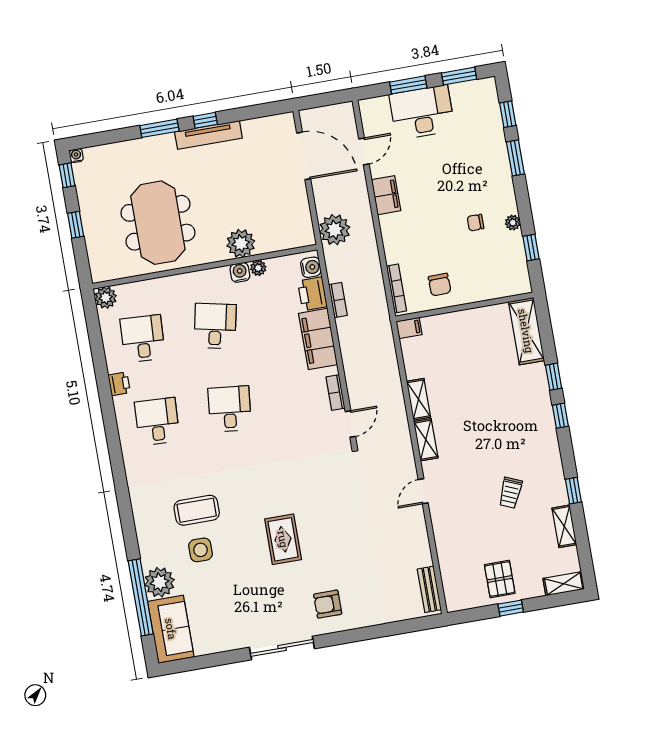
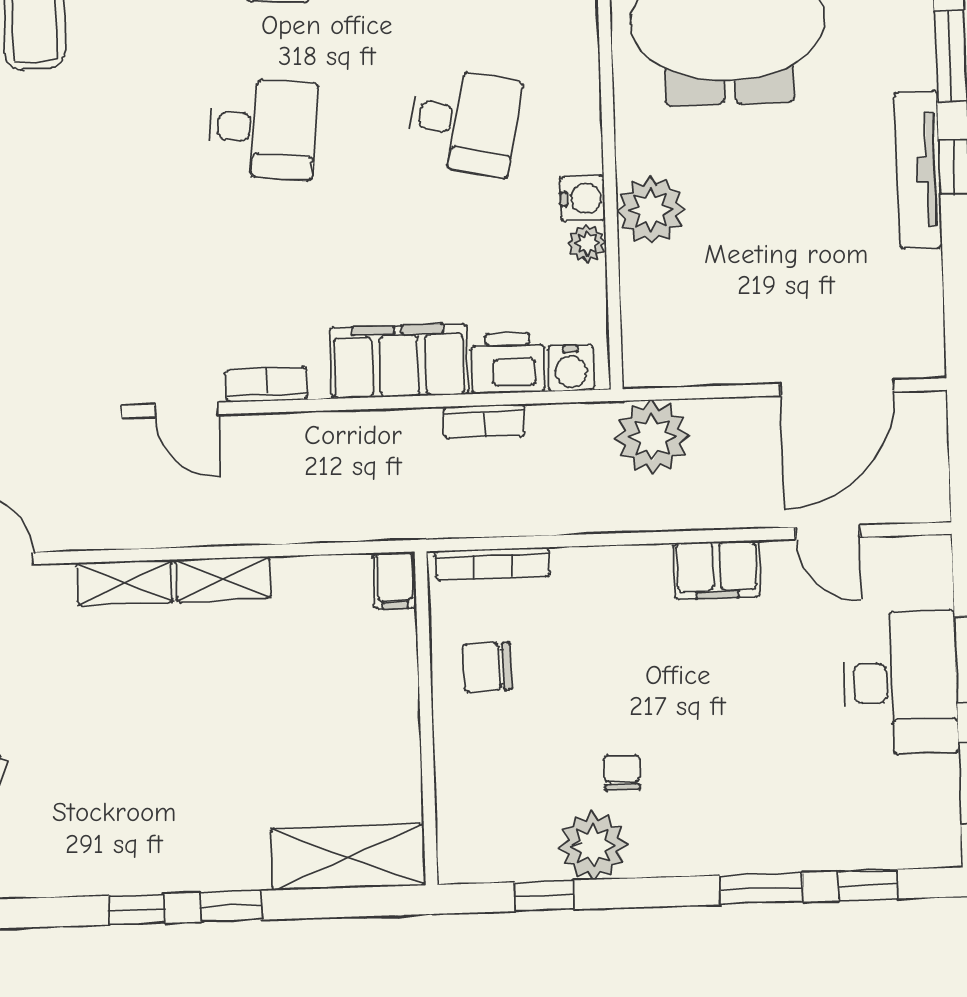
plant: (513, 223) -> (593, 845), width x1.87, depth x1.87

